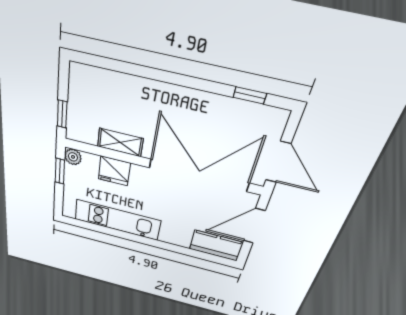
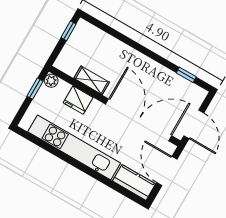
window: (62, 114) -> (68, 31), moved
kitchen unit: (117, 220) -> (74, 147), width x1.36
door: (254, 226) -> (167, 171), hinge flipped

